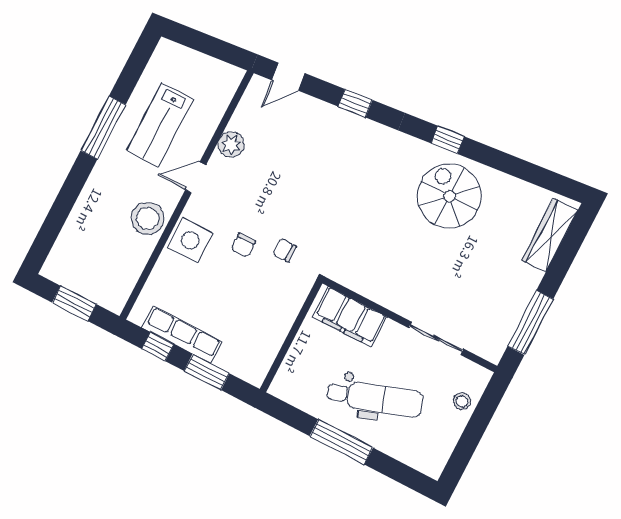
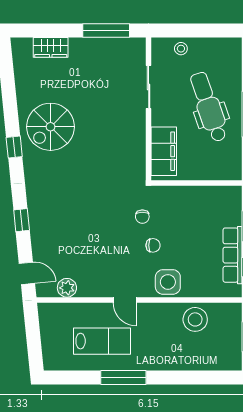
plant: (231, 144) -> (67, 288), moved
stool: (148, 218) -> (195, 319), moved
wardrobe: (550, 235) -> (51, 47), width x0.67

